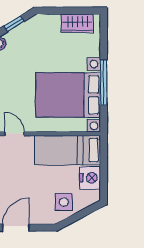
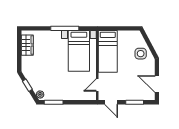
bed with nightstands: (68, 95) -> (79, 51), width x0.73
nightstand: (90, 178) -> (125, 37), removed

